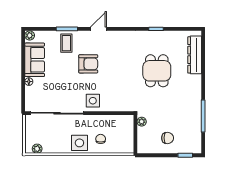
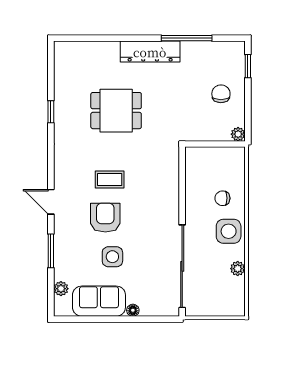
plant: (30, 35) -> (61, 289), moved
coffee table: (66, 43) -> (110, 180), moved
dresser: (195, 55) -> (150, 52), moved
side table: (93, 101) -> (112, 257), moved
plant: (142, 122) -> (238, 134), moved
plant: (37, 149) -> (238, 269), moved

